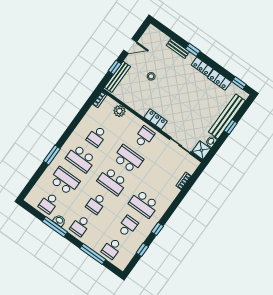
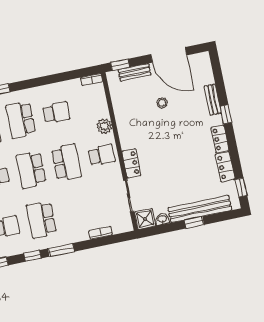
door: (130, 46) -> (169, 55), width x1.87
window: (115, 67) -> (120, 65), moved
bench: (117, 77) -> (135, 72), width x0.73
plant: (119, 111) -> (104, 126), moved
locker: (156, 119) -> (131, 163), moved
school desk: (97, 136) -> (56, 113), turned 180
window: (170, 211) -> (61, 250), added

